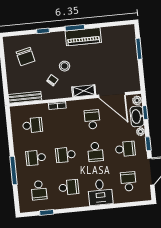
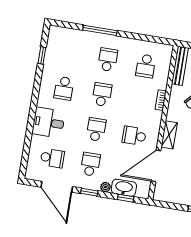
plant: (137, 100) -> (142, 193), removed
school desk: (92, 119) -> (134, 136), turned 180
school desk: (125, 149) -> (90, 164), turned 180
school desk: (95, 152) -> (96, 129), turned 90
school desk: (39, 190) -> (70, 53), removed

